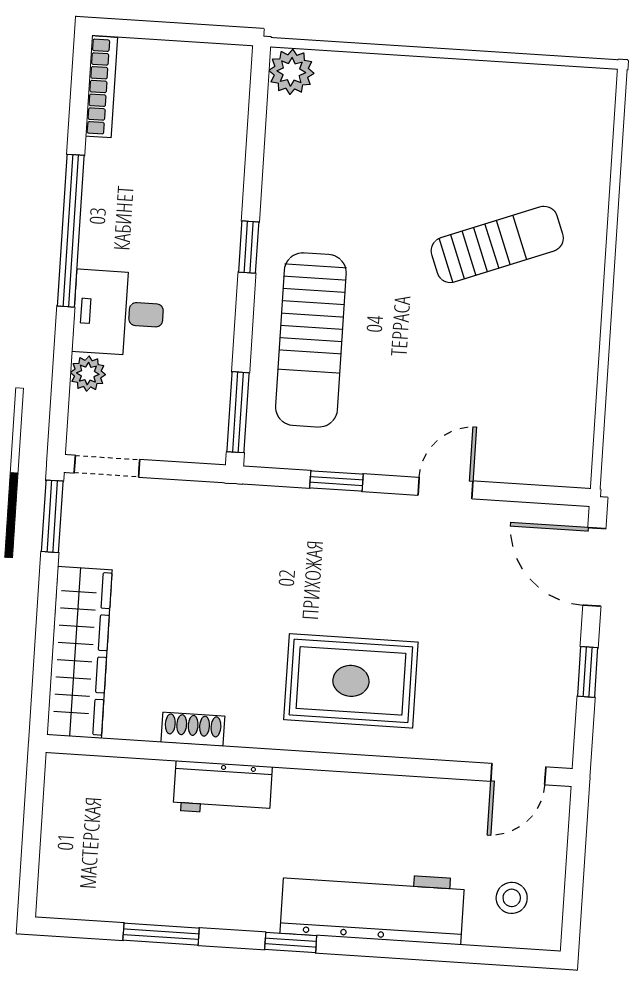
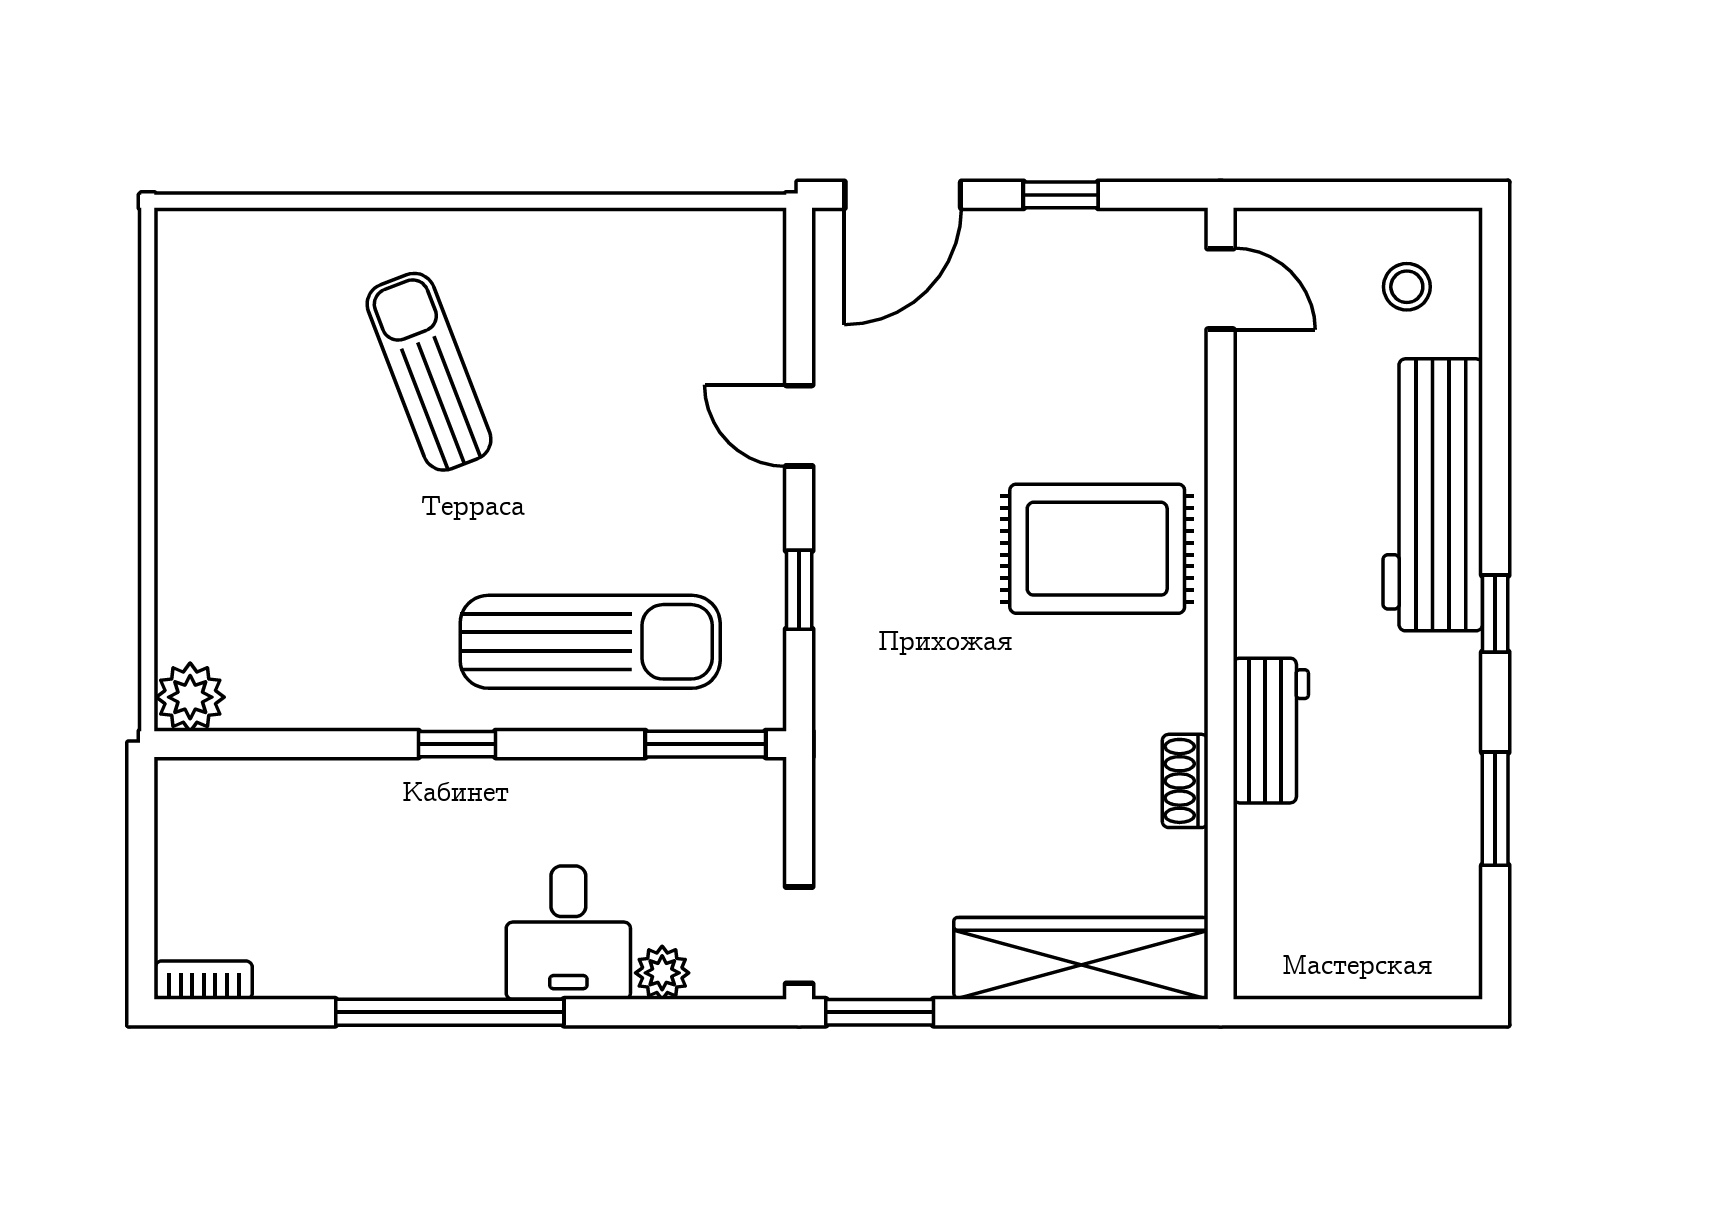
bookcase: (101, 87) -> (204, 980), width x0.64
rug: (351, 681) -> (1097, 549), turned 90

